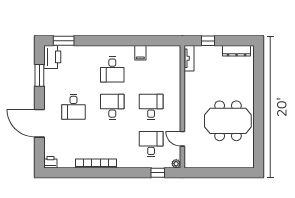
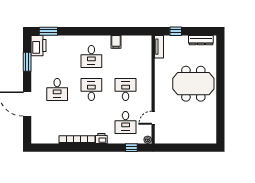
meeting table: (228, 121) -> (193, 84), moved
door: (182, 139) -> (153, 118), hinge flipped
desk: (151, 144) -> (126, 122), turned 180
printer: (50, 162) -> (101, 138), moved

